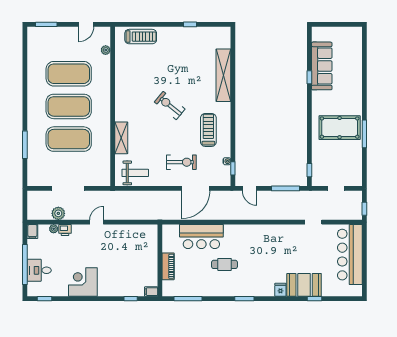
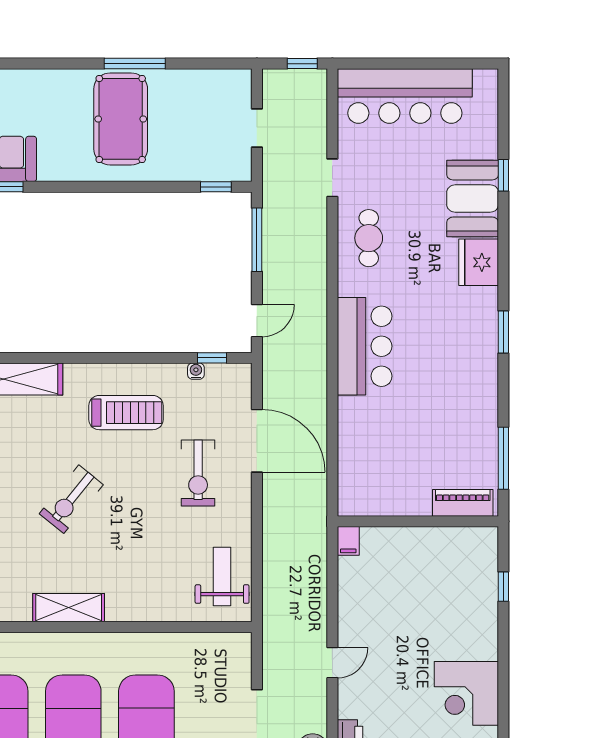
treadmill: (208, 130) -> (126, 413), turned 180
shelving: (121, 138) -> (69, 608), moved
exercise bike: (181, 162) -> (198, 473), turned 180
door: (97, 222) -> (332, 663), swing flipped
bar counter: (201, 237) -> (365, 346), moved
cafe table: (225, 264) -> (369, 238), moved
piano: (168, 266) -> (463, 503), moved
fridge: (280, 290) -> (479, 262), width x1.88, depth x1.34
filing cabinet: (151, 292) -> (348, 541), moved

